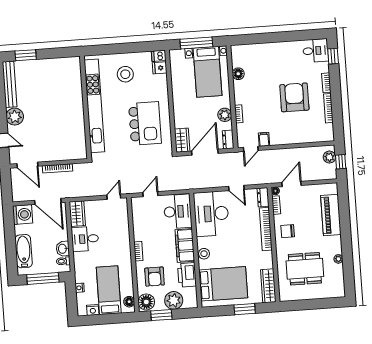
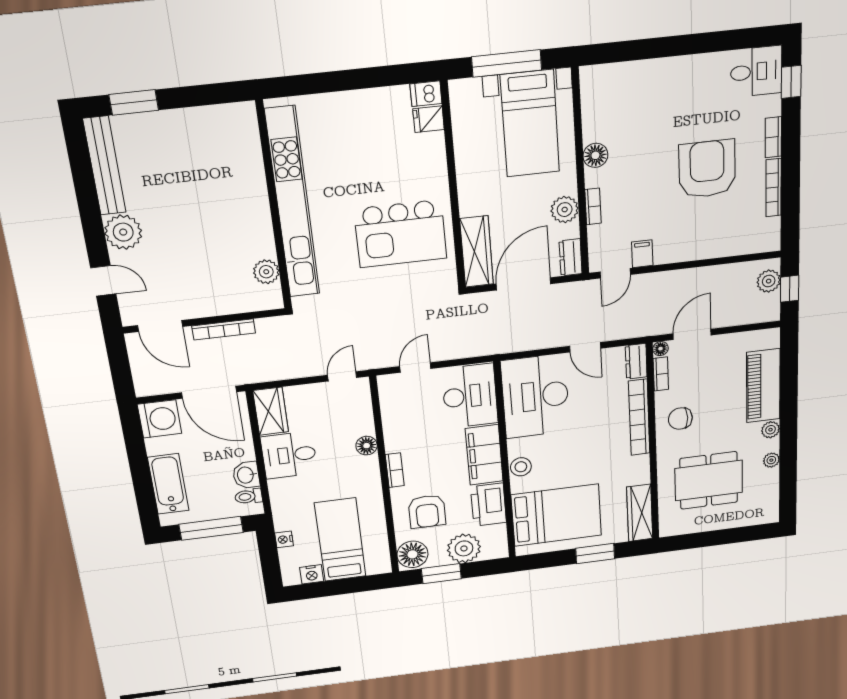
stool: (125, 74) -> (356, 135), removed
floor lamp: (238, 74) -> (595, 155), moved
kitchen island: (145, 123) -> (400, 234), turned 90
plant: (80, 140) -> (266, 272), added
wardrobe: (182, 140) -> (477, 252), width x1.50
plant: (337, 241) -> (770, 430), added
floor lamp: (129, 302) -> (367, 446), moved

